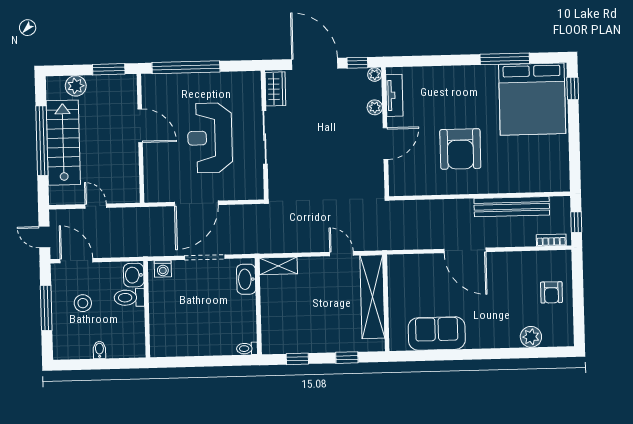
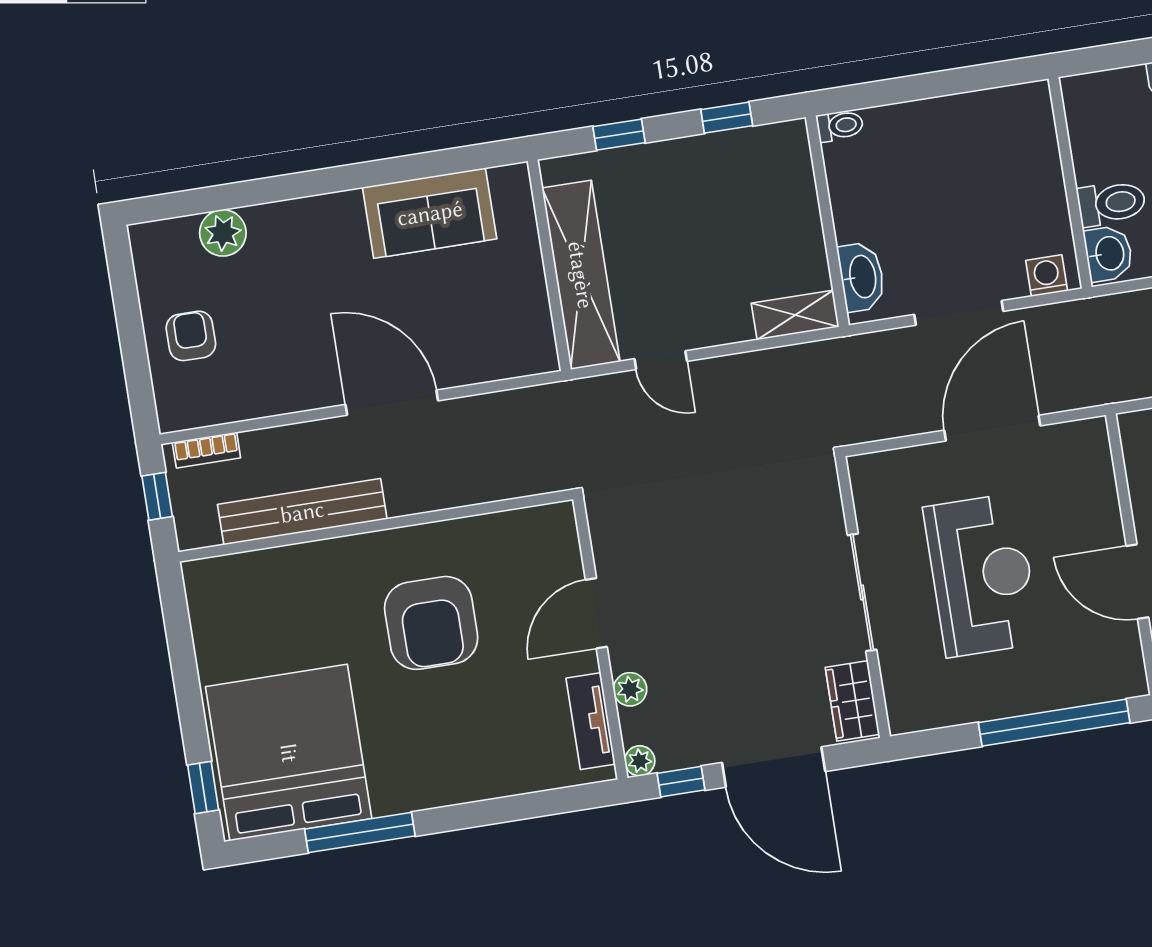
armchair: (460, 149) -> (431, 623), turned 180

